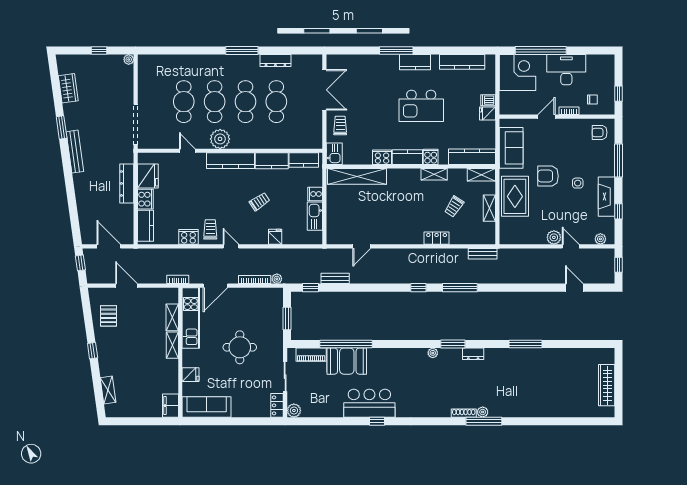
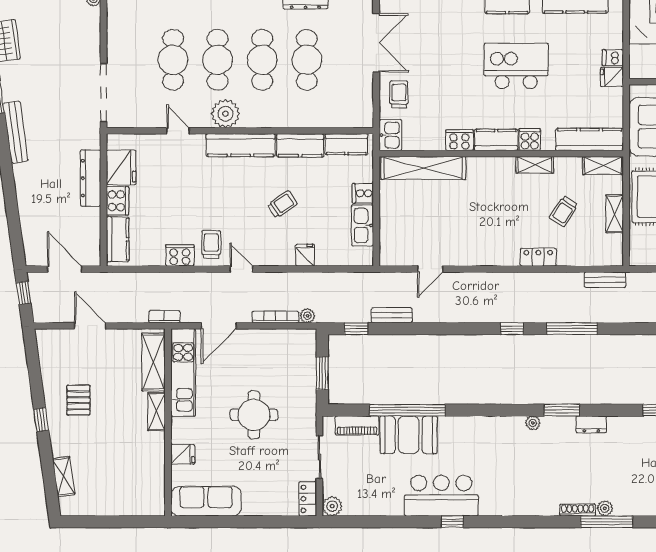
kitchen island: (421, 106) -> (516, 66), turned 180
pallet: (109, 316) -> (78, 400), moved
shelving: (172, 317) -> (153, 362), width x1.50, depth x1.33
filing cabinet: (170, 406) -> (154, 499), removed

